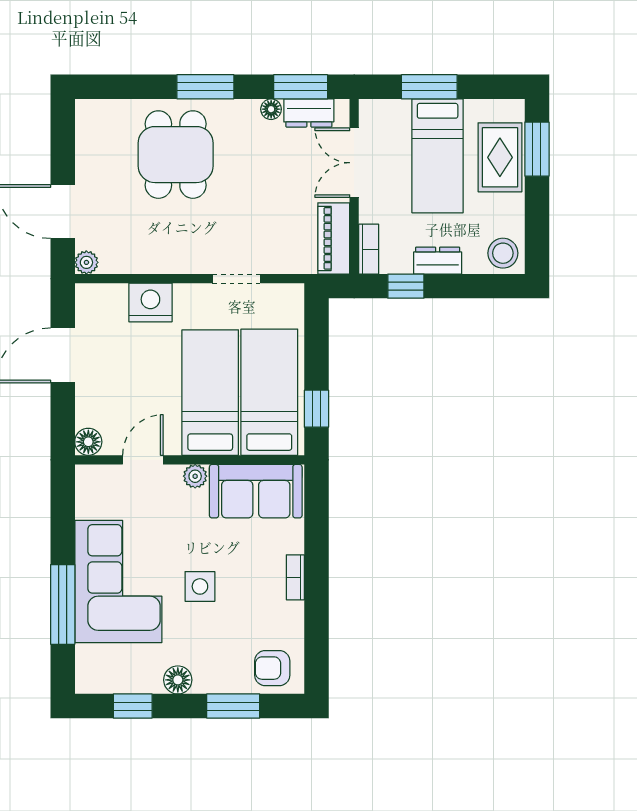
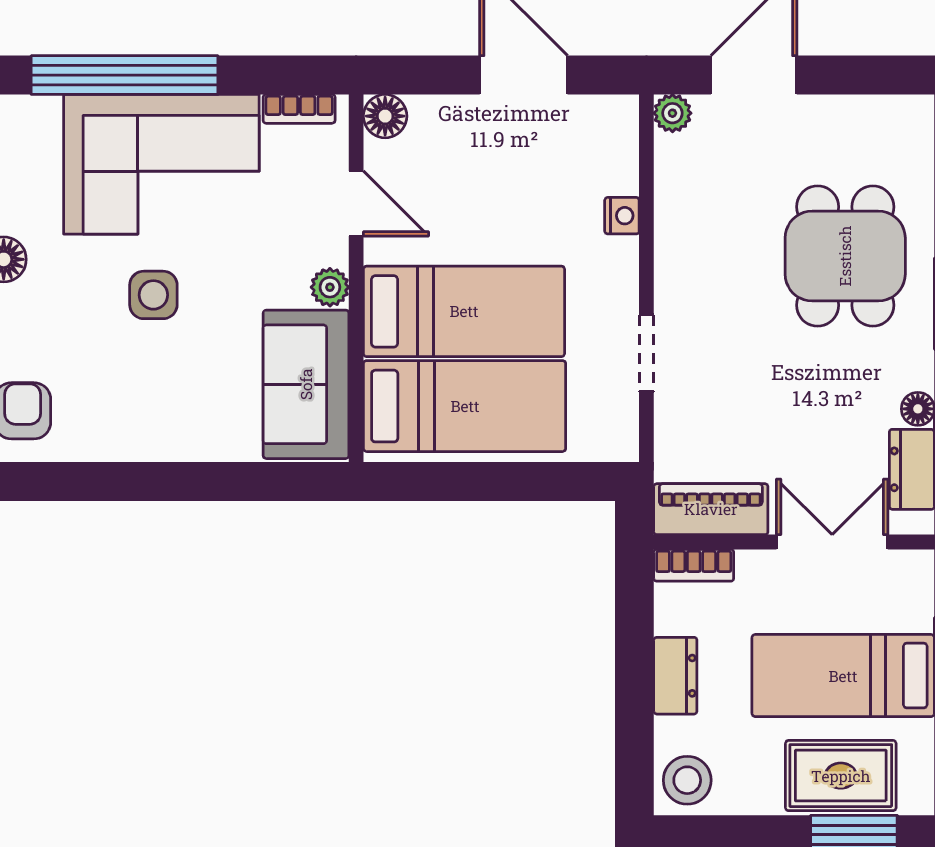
dining table: (176, 155) -> (845, 256), turned 90
window: (406, 286) -> (634, 625), removed
nightstand: (150, 302) -> (622, 216), width x0.53, depth x0.56
window: (316, 409) -> (438, 482), removed
bookcase: (295, 577) -> (299, 109), moved, turned 180
window: (63, 604) -> (125, 75), width x1.46

